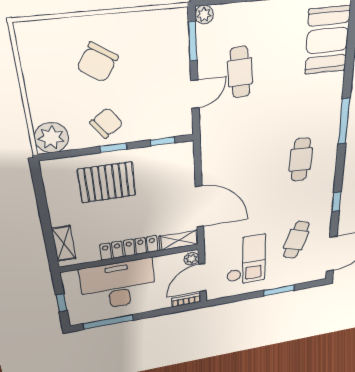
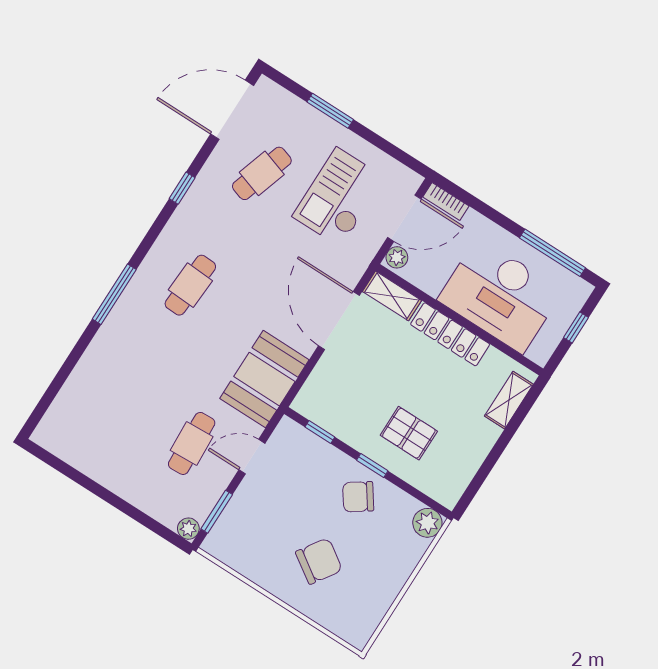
booth: (327, 40) -> (264, 379), moved
plant: (51, 138) -> (427, 523), width x0.73, depth x0.73
pallet: (107, 182) -> (409, 433), width x0.67, depth x0.71

